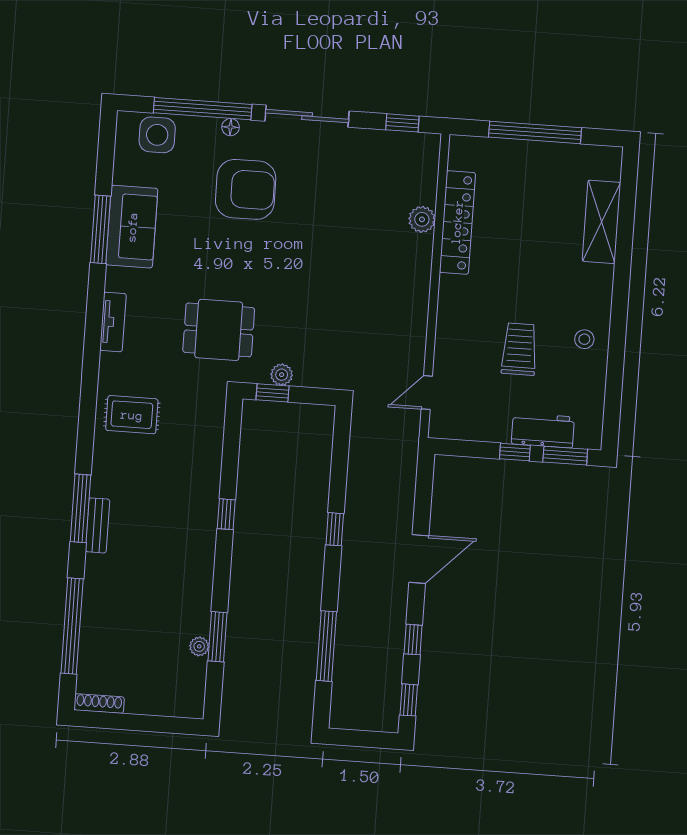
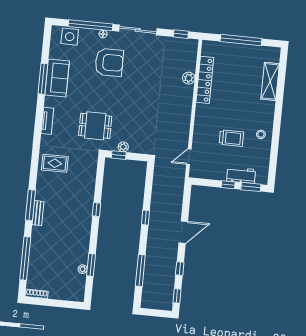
trolley: (519, 349) -> (231, 138), turned 90

